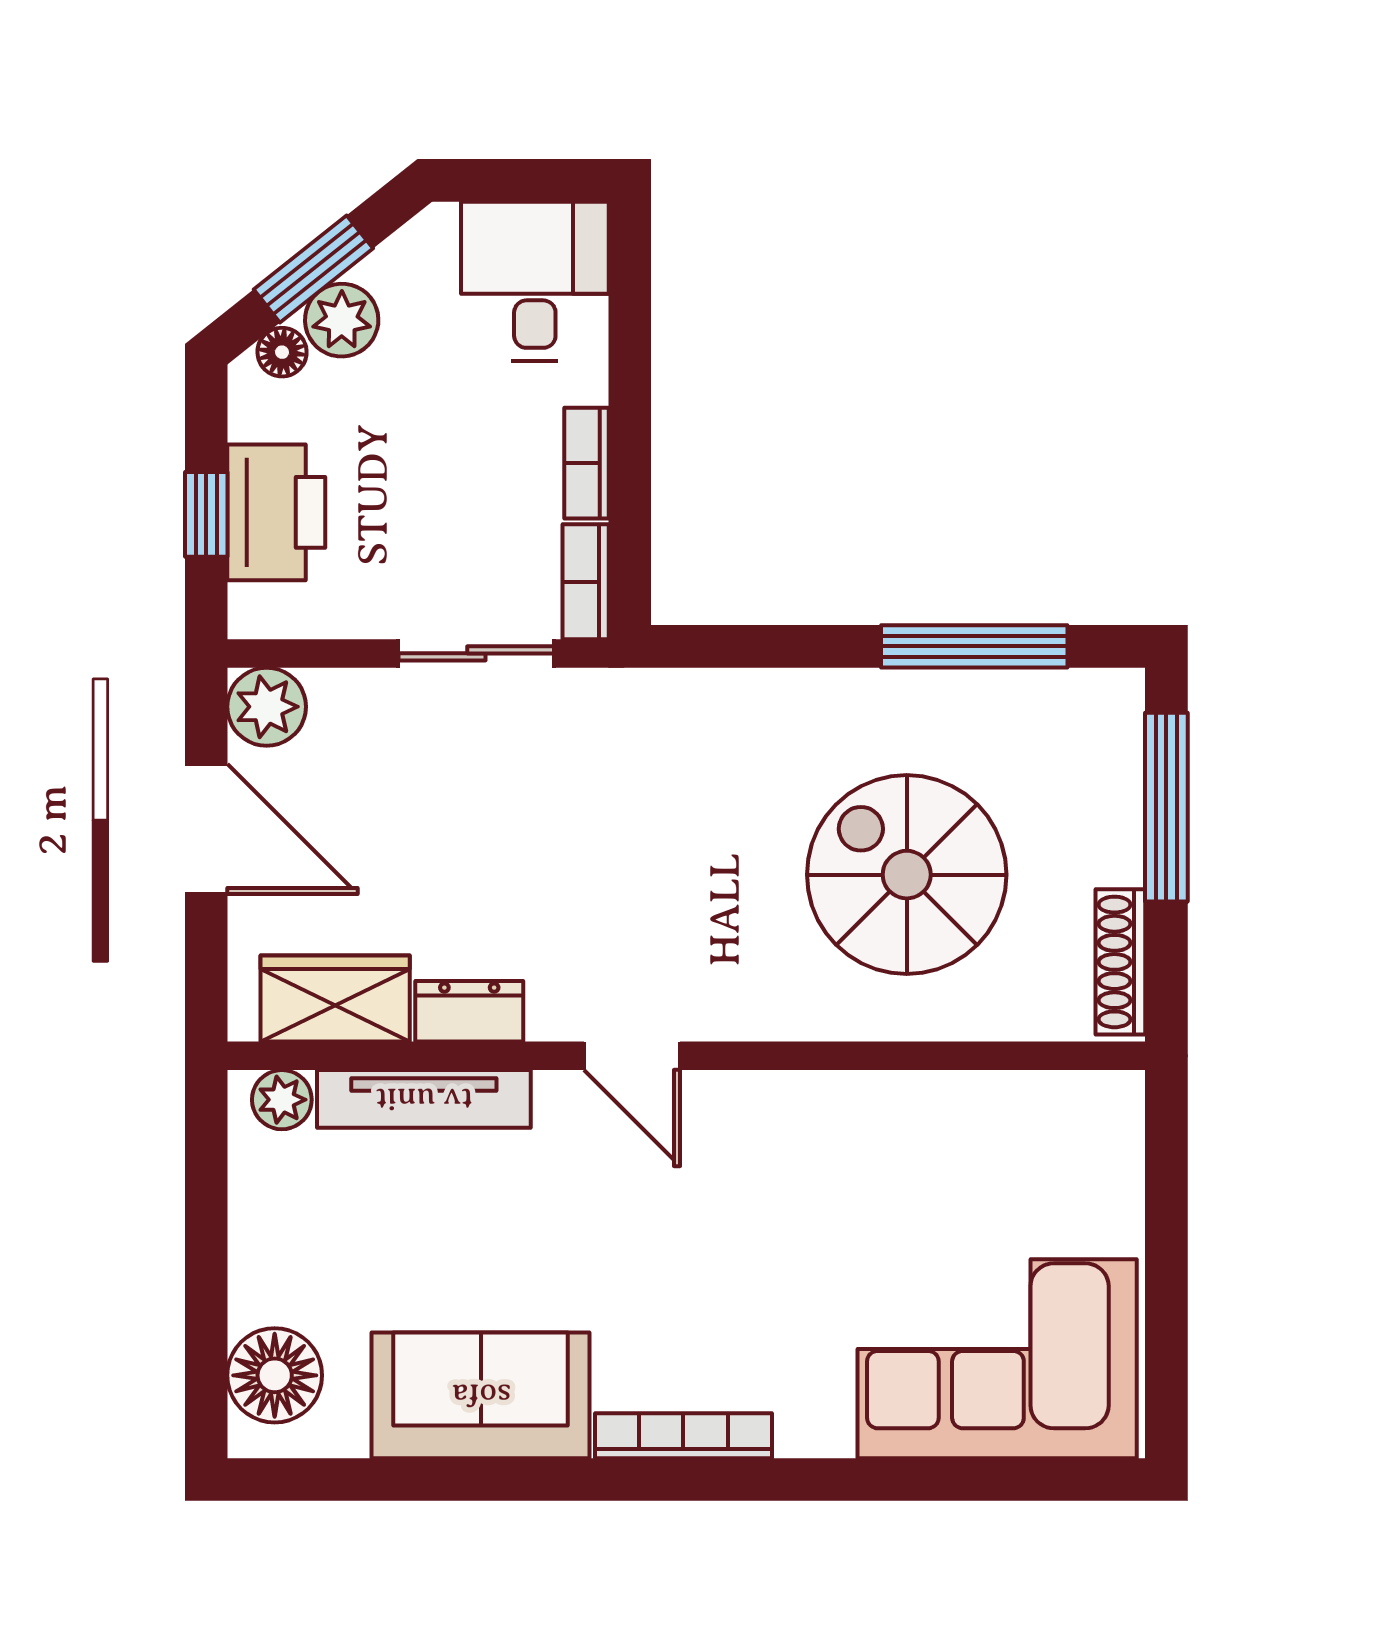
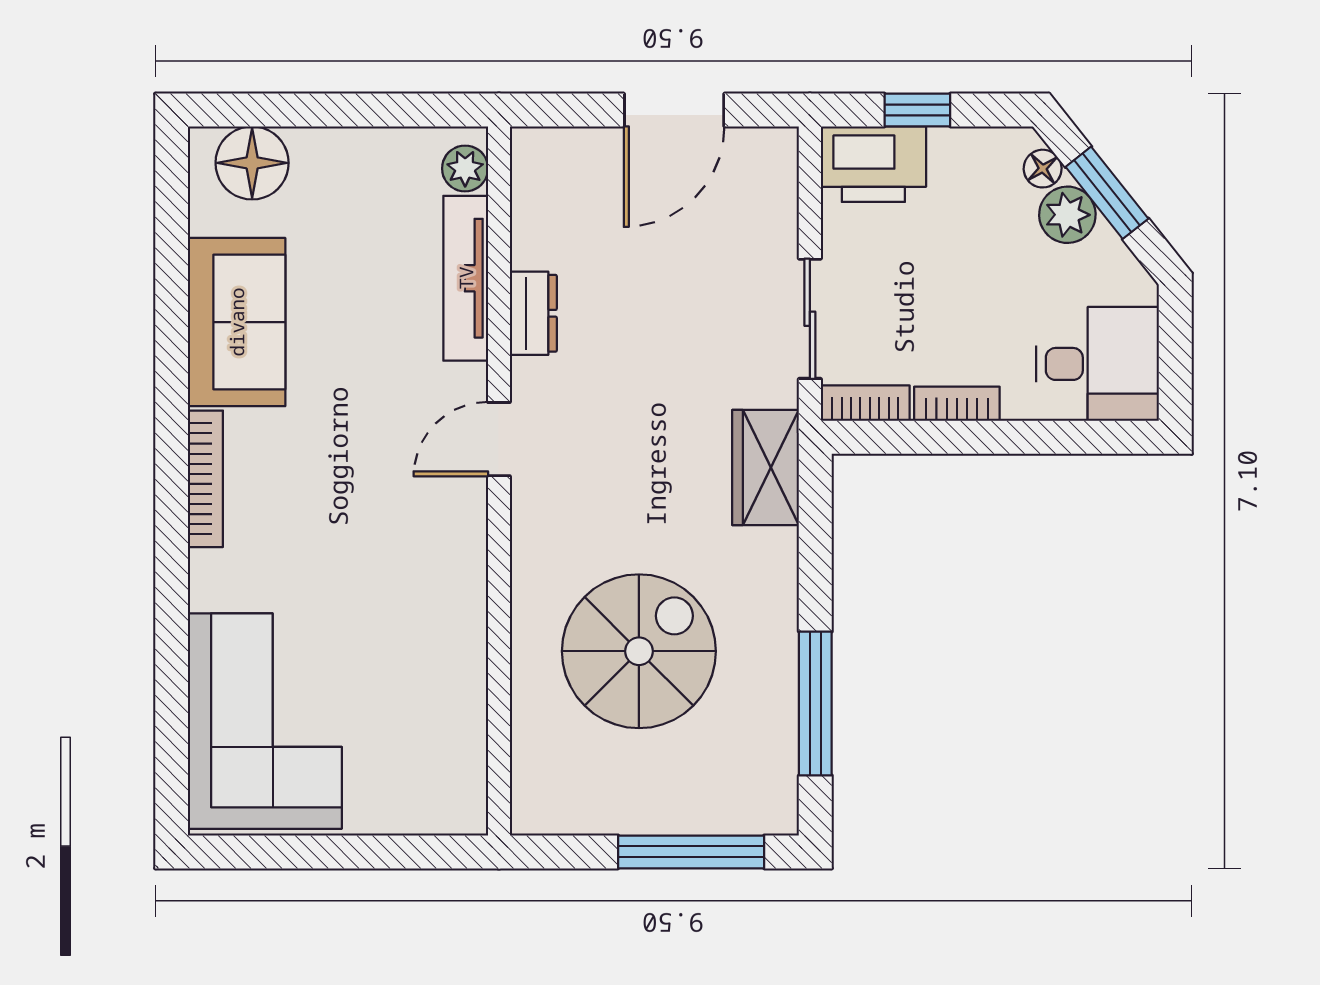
printer: (276, 512) -> (873, 164), moved
plant: (267, 707) -> (769, 157), removed
shoe rack: (1120, 962) -> (571, 816), removed
wardrobe: (335, 999) -> (766, 468), moved, turned 180

